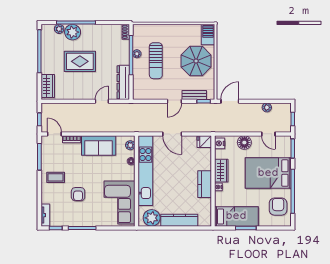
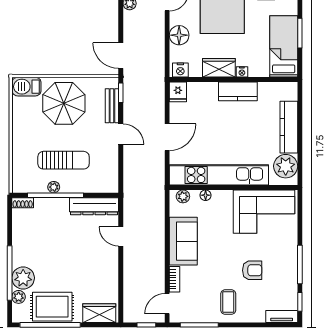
rug: (80, 61) -> (52, 307), moved, turned 90

